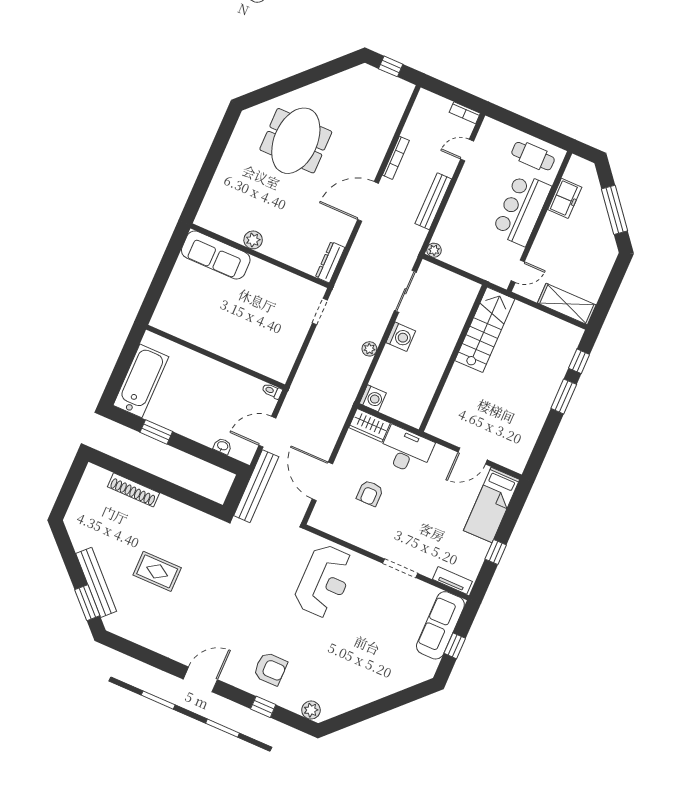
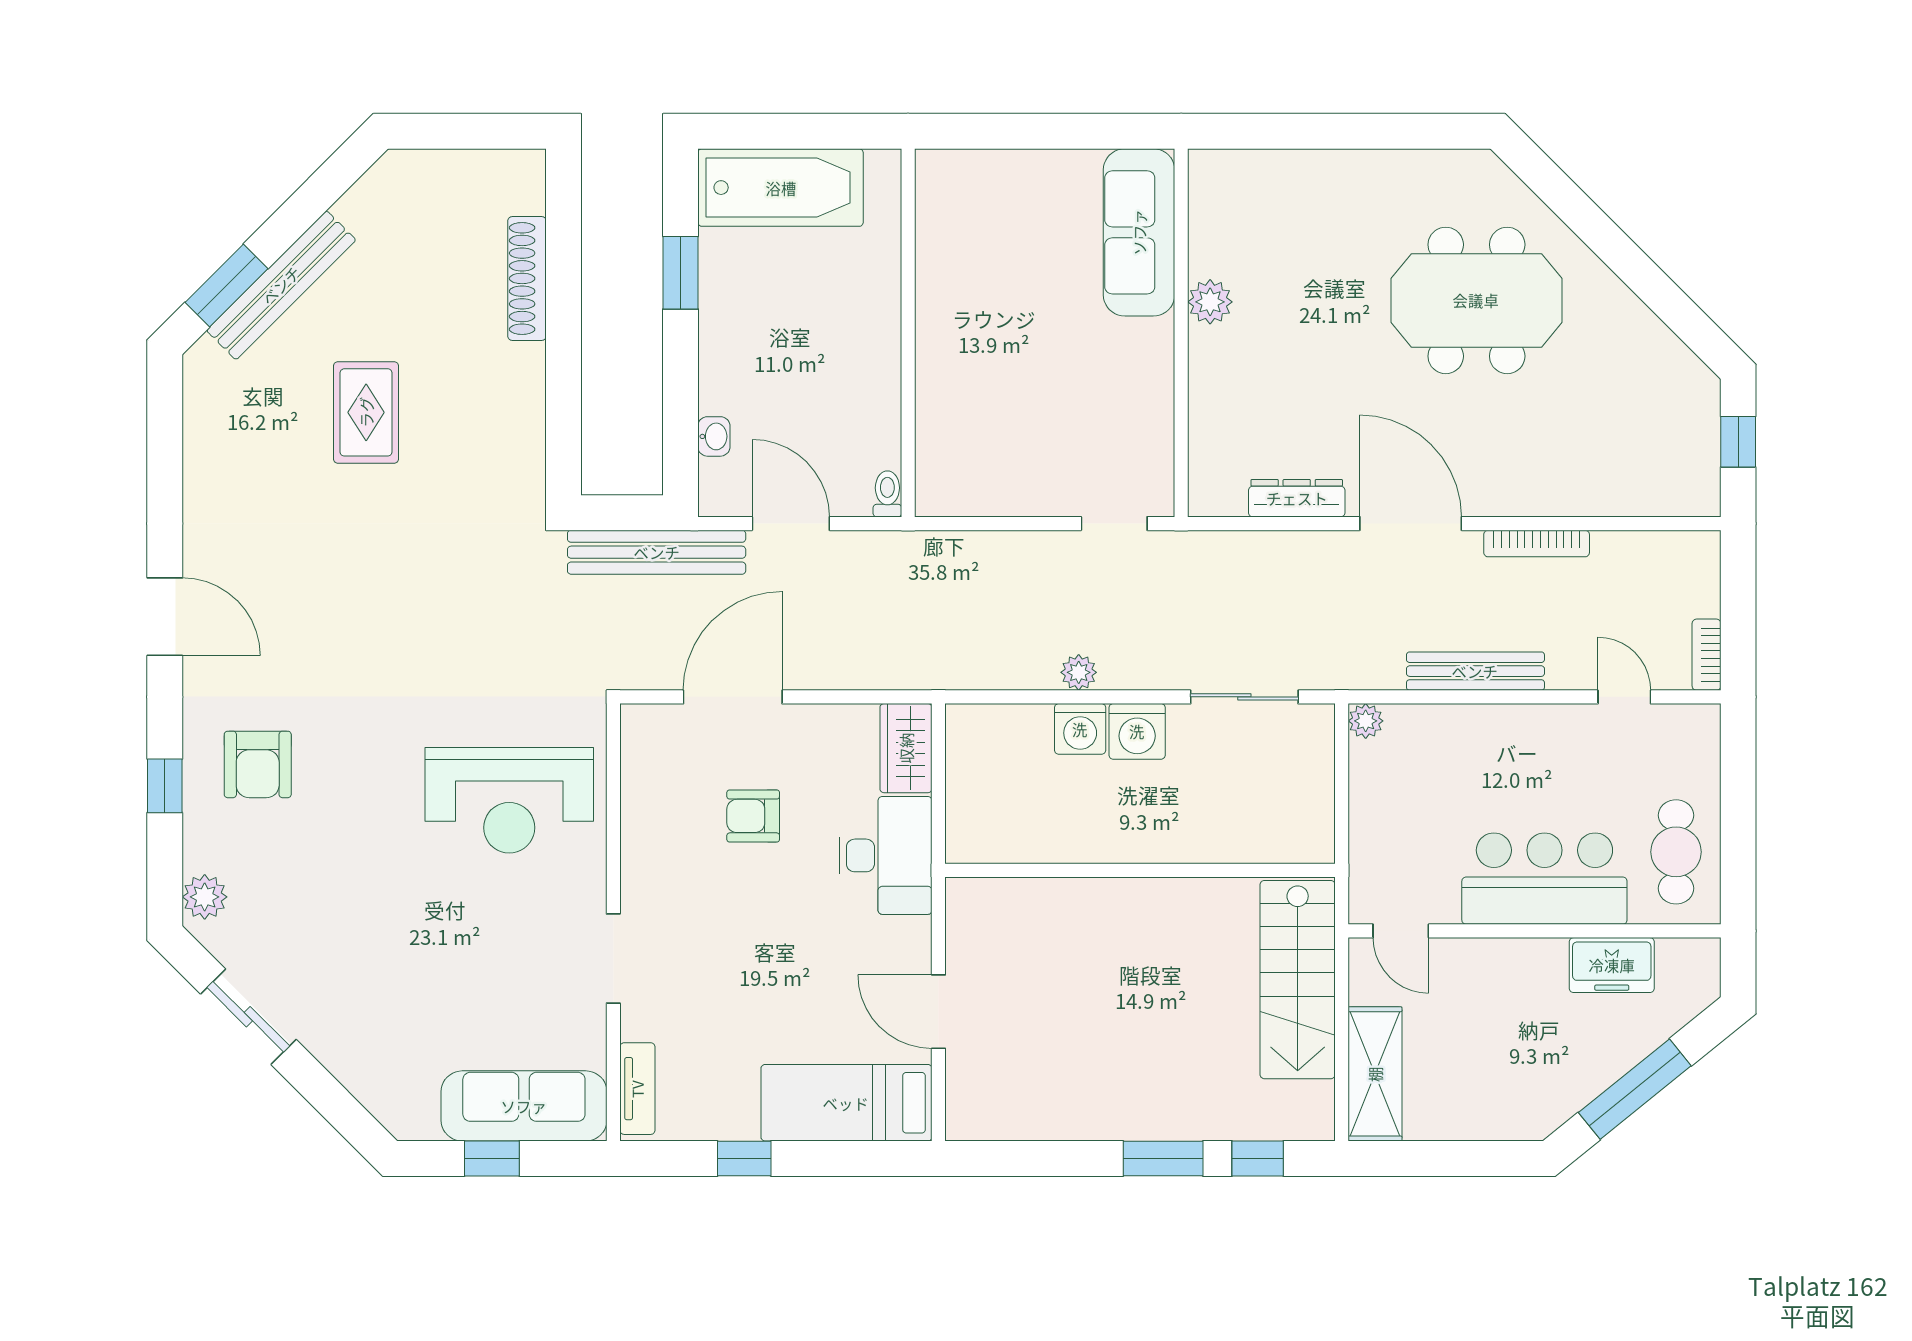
dresser: (330, 262) -> (1297, 498), moved
stairs: (485, 330) -> (1298, 980), moved, turned 90
washing machine: (373, 398) -> (1080, 729), moved
sliding door: (363, 713) -> (248, 1017), added

